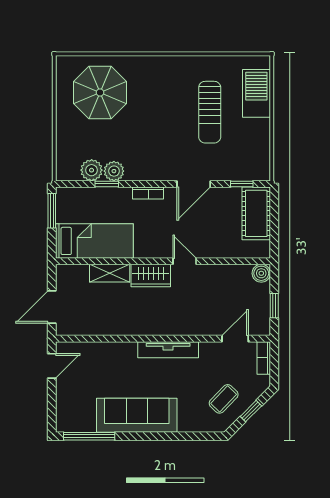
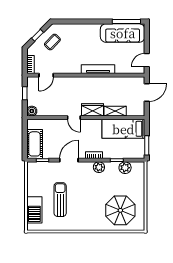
plant: (114, 171) -> (99, 167), moved
tv unit: (168, 350) -> (98, 69), moved
sofa: (137, 415) -> (123, 33), moved

